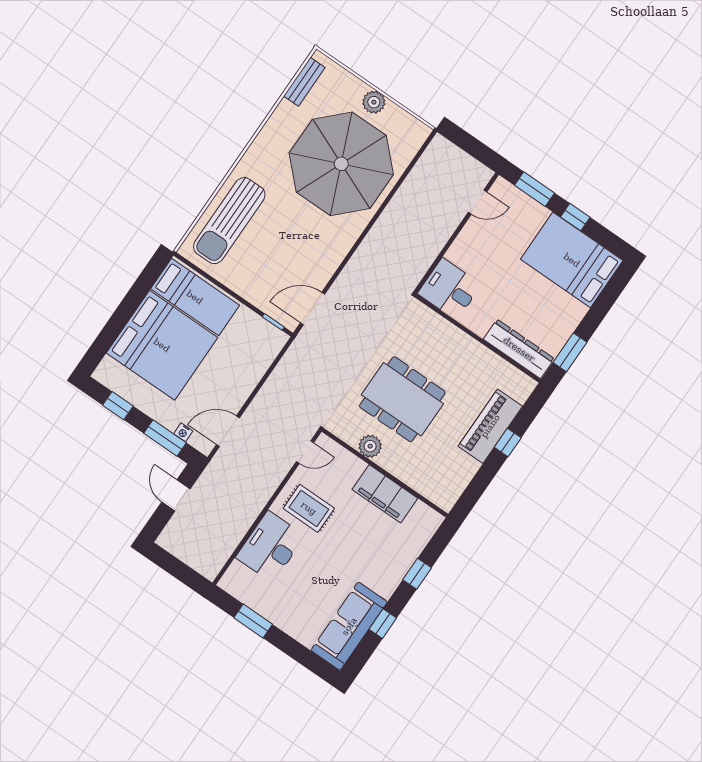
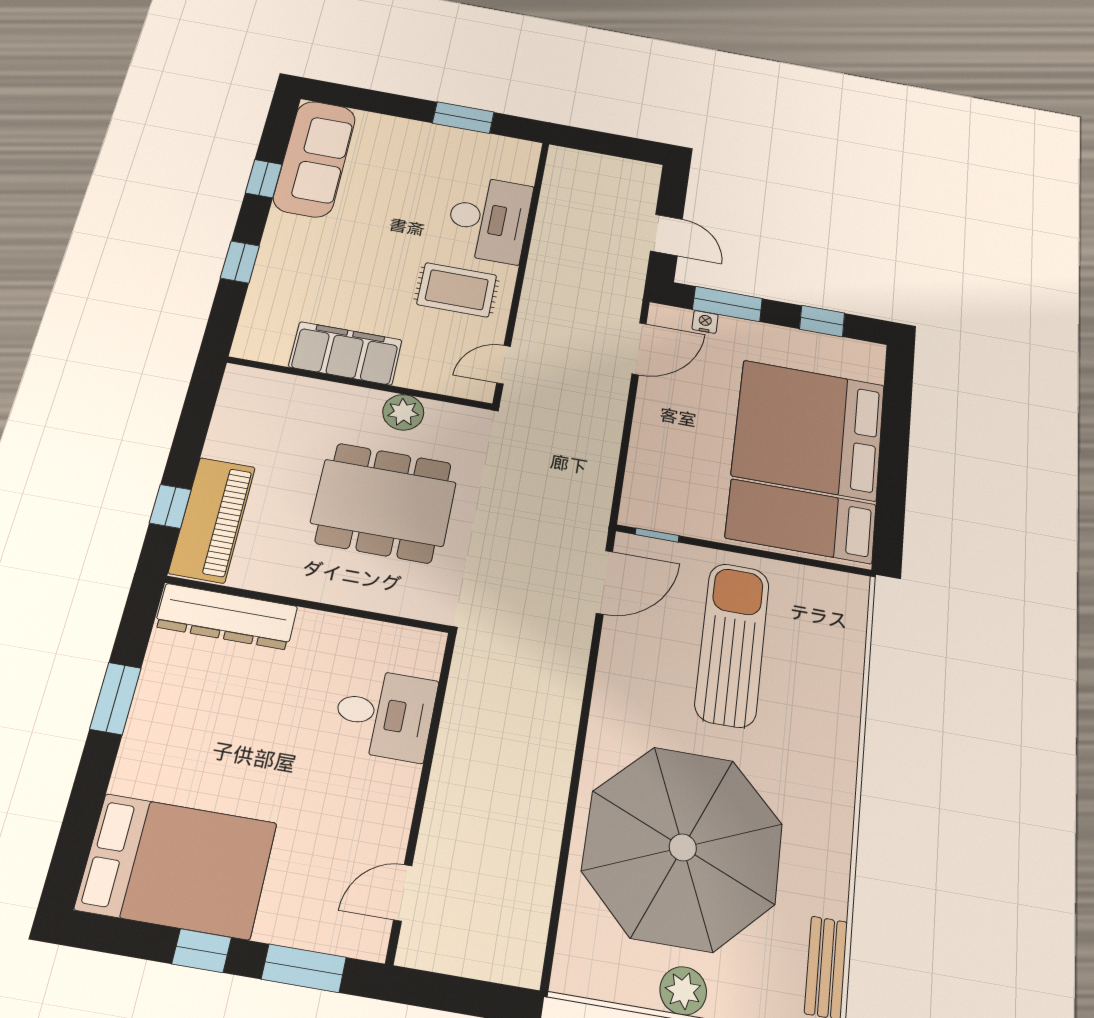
sun lounger: (229, 221) -> (732, 644), moved
wall: (478, 338) -> (308, 604), moved
dresser: (519, 349) -> (226, 617), moved

